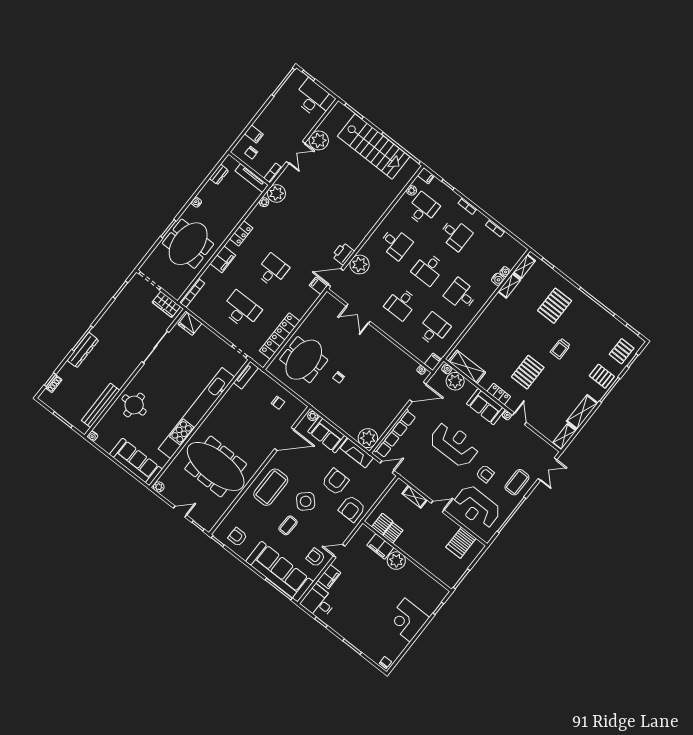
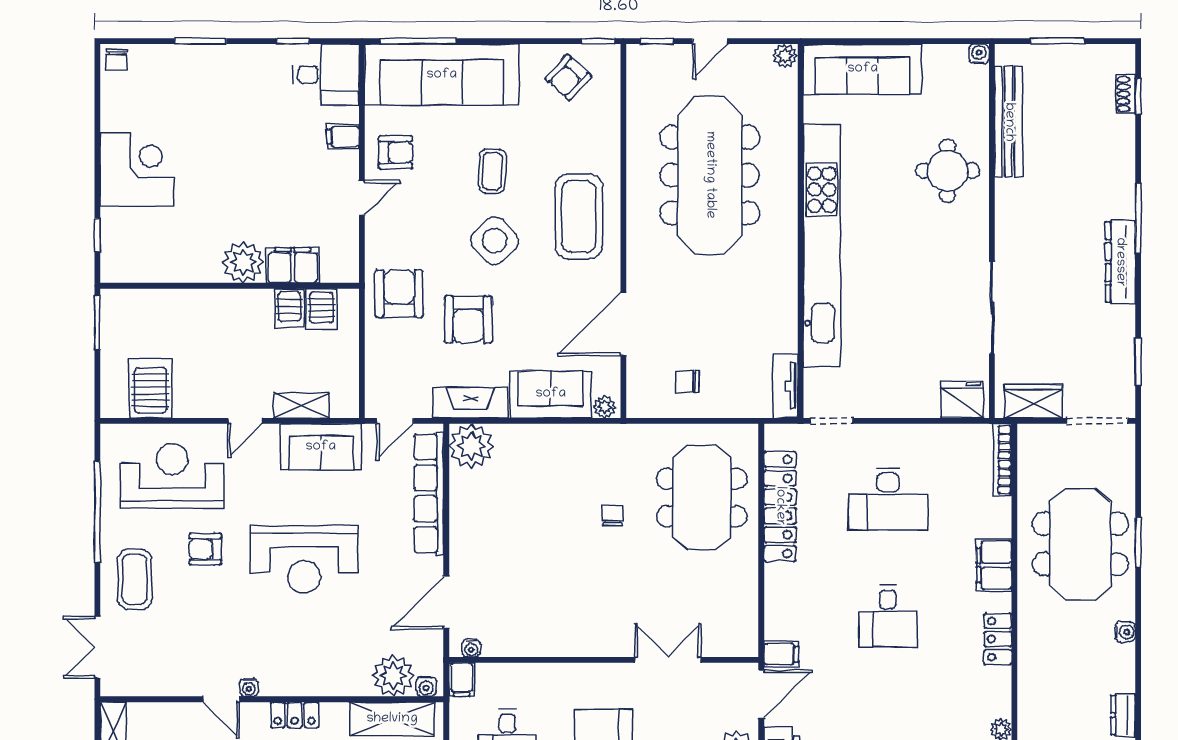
dresser: (83, 350) -> (1120, 262), moved
sofa: (486, 407) -> (321, 447), moved, turned 180
meeting table: (216, 466) -> (710, 175), turned 90
armchair: (238, 537) -> (568, 77), turned 133
filing cabinet: (329, 577) -> (343, 136), width x0.50

